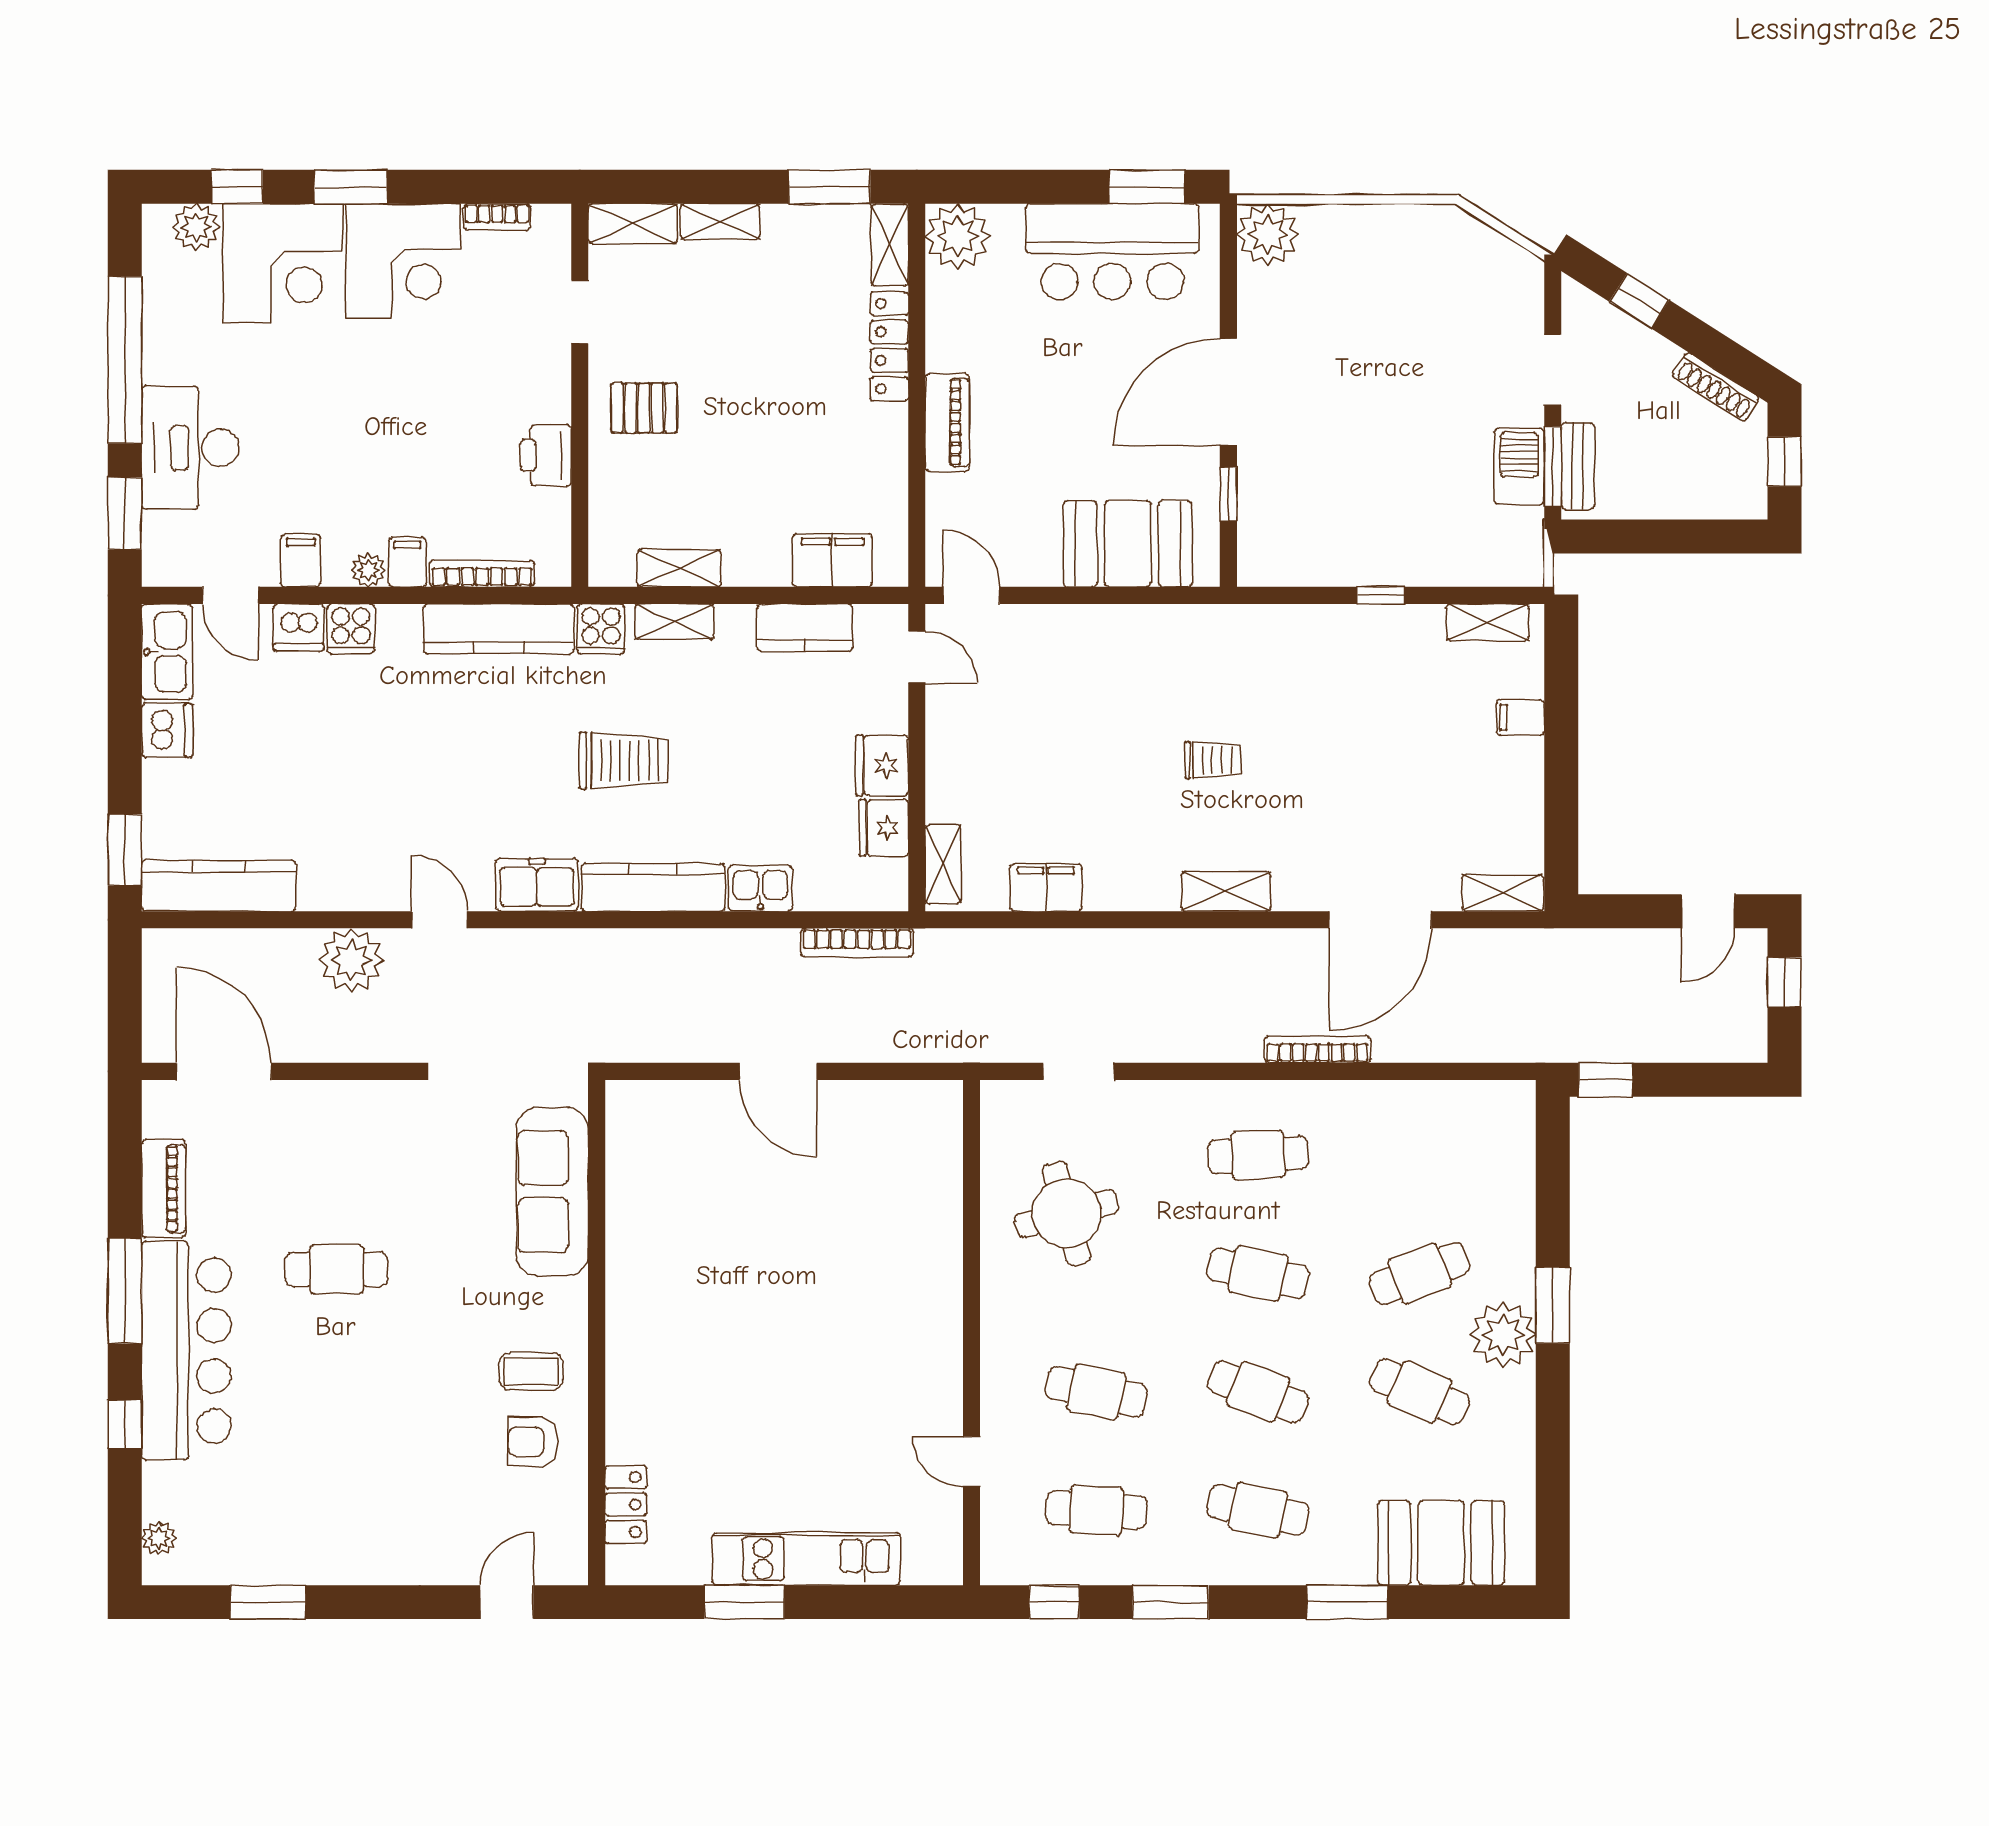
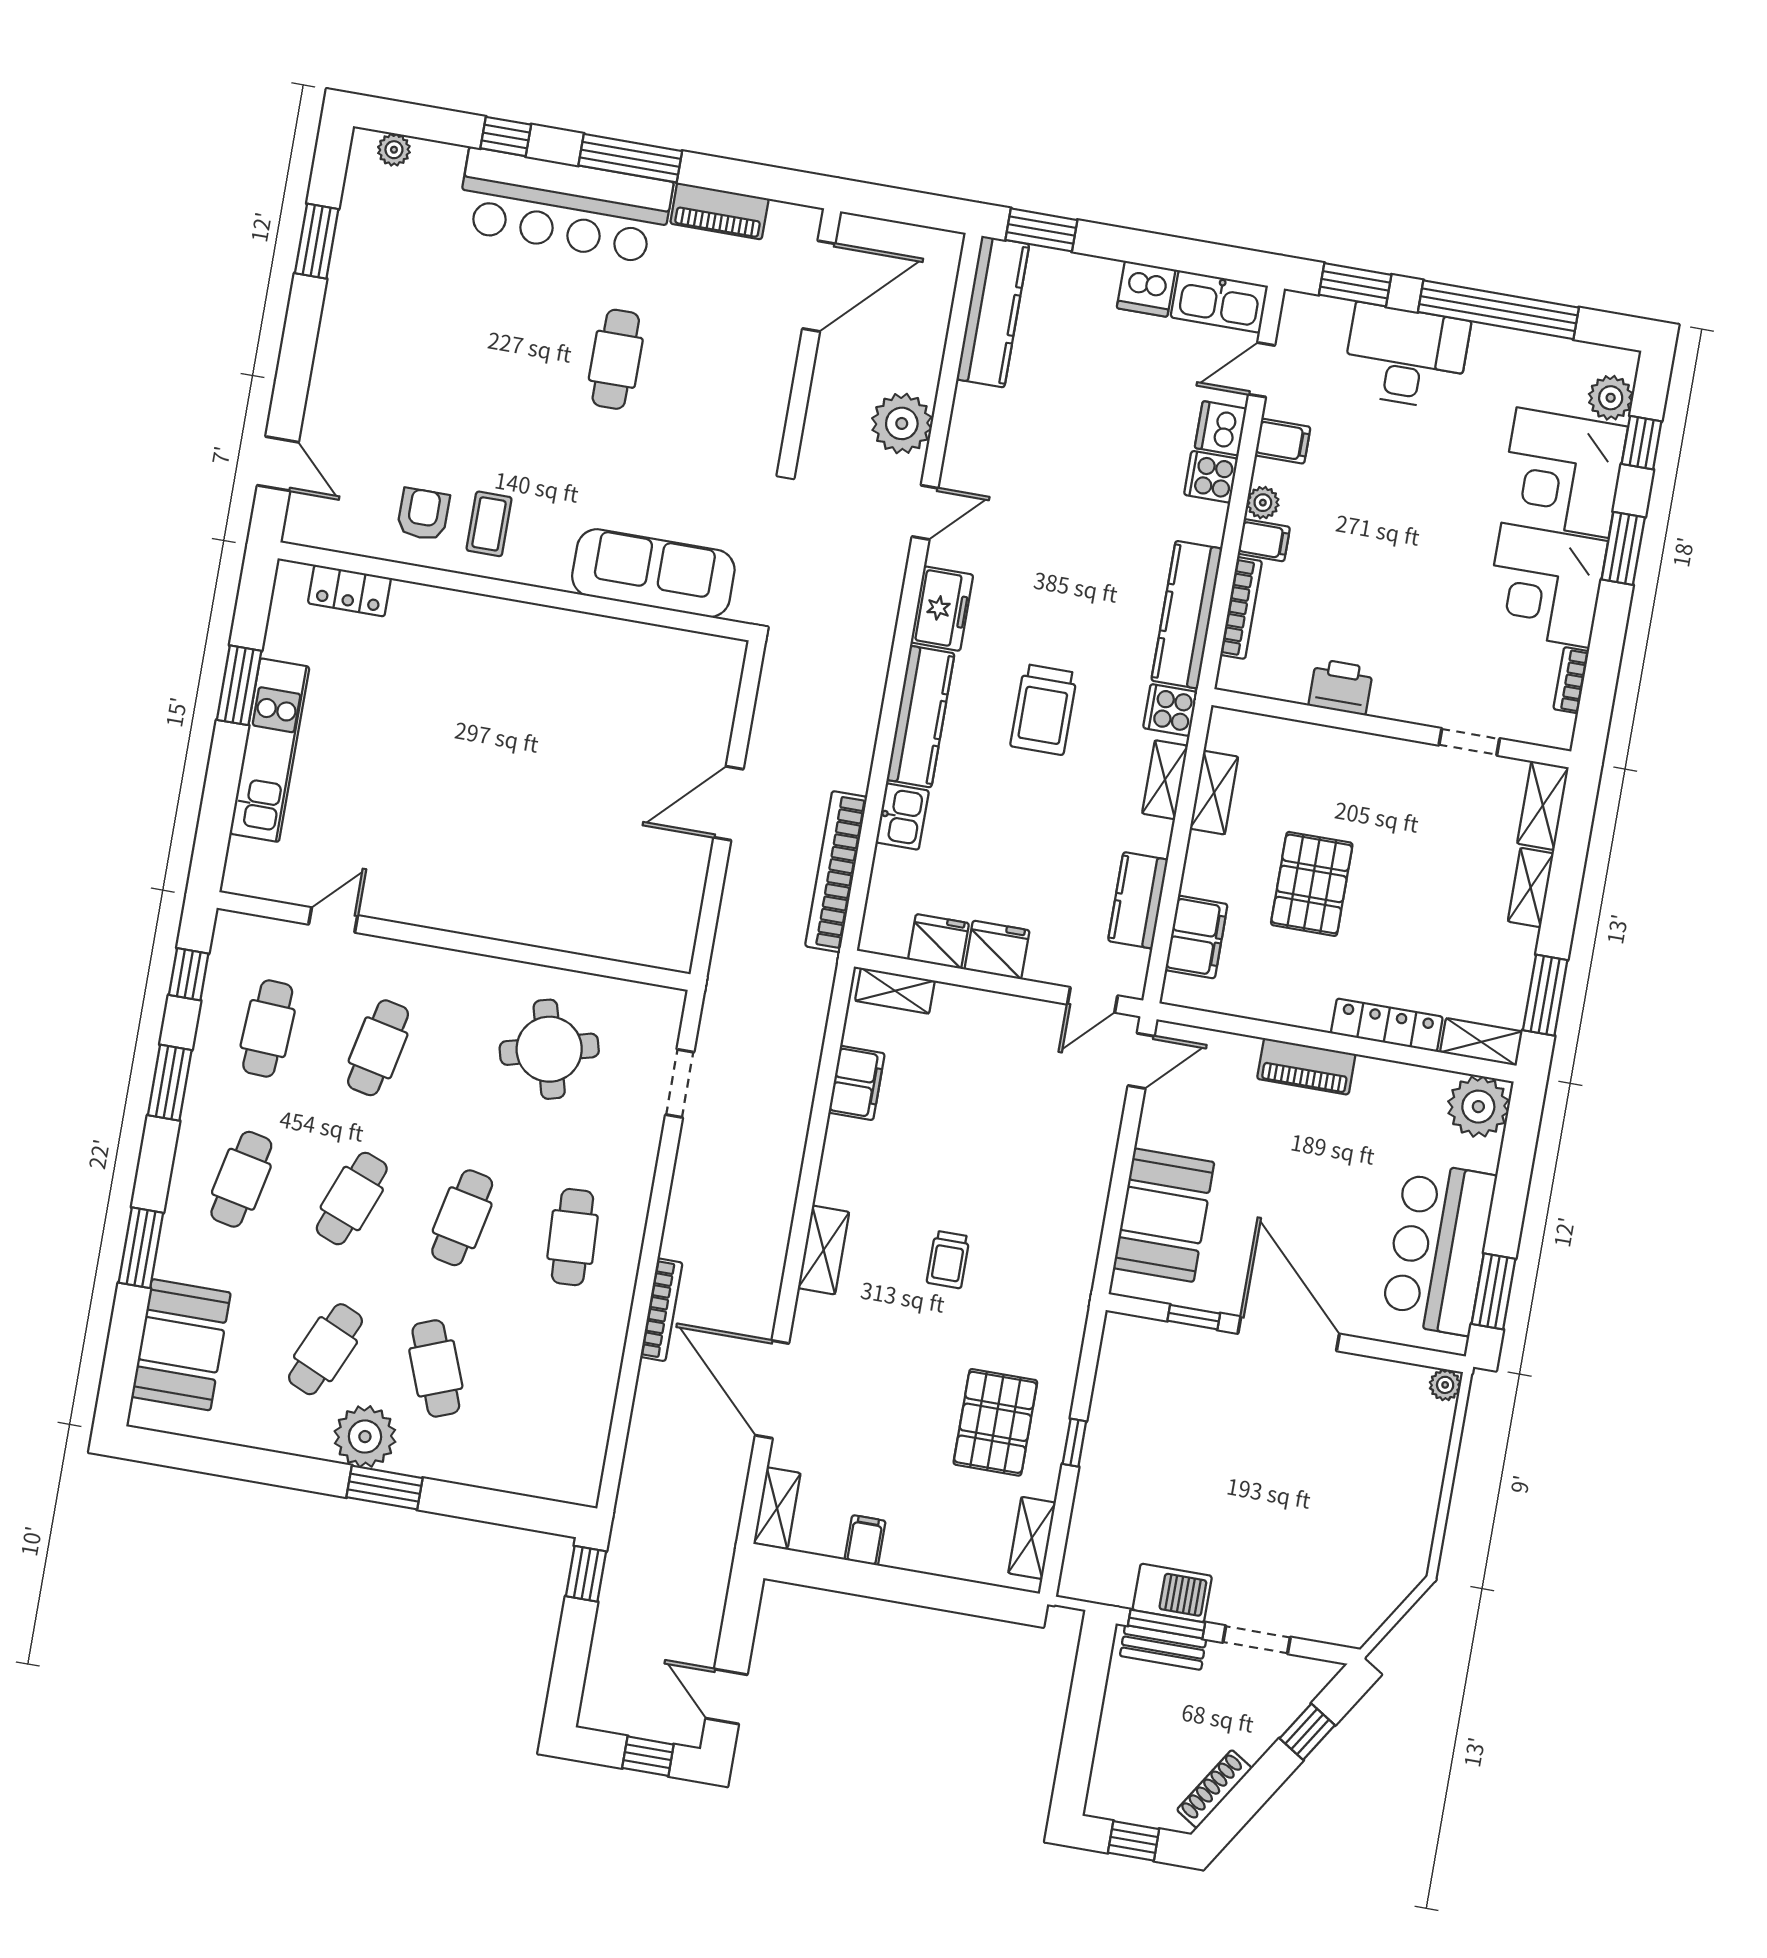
plant: (1268, 235) -> (1445, 1385), width x0.53, depth x0.53
pallet: (644, 408) -> (1312, 884), moved, width x1.50, depth x1.42
pallet: (1374, 681) -> (995, 1422), added
filing cabinet: (1520, 717) -> (865, 1540), moved
bookcase: (857, 943) -> (836, 872), width x1.48, depth x1.31

